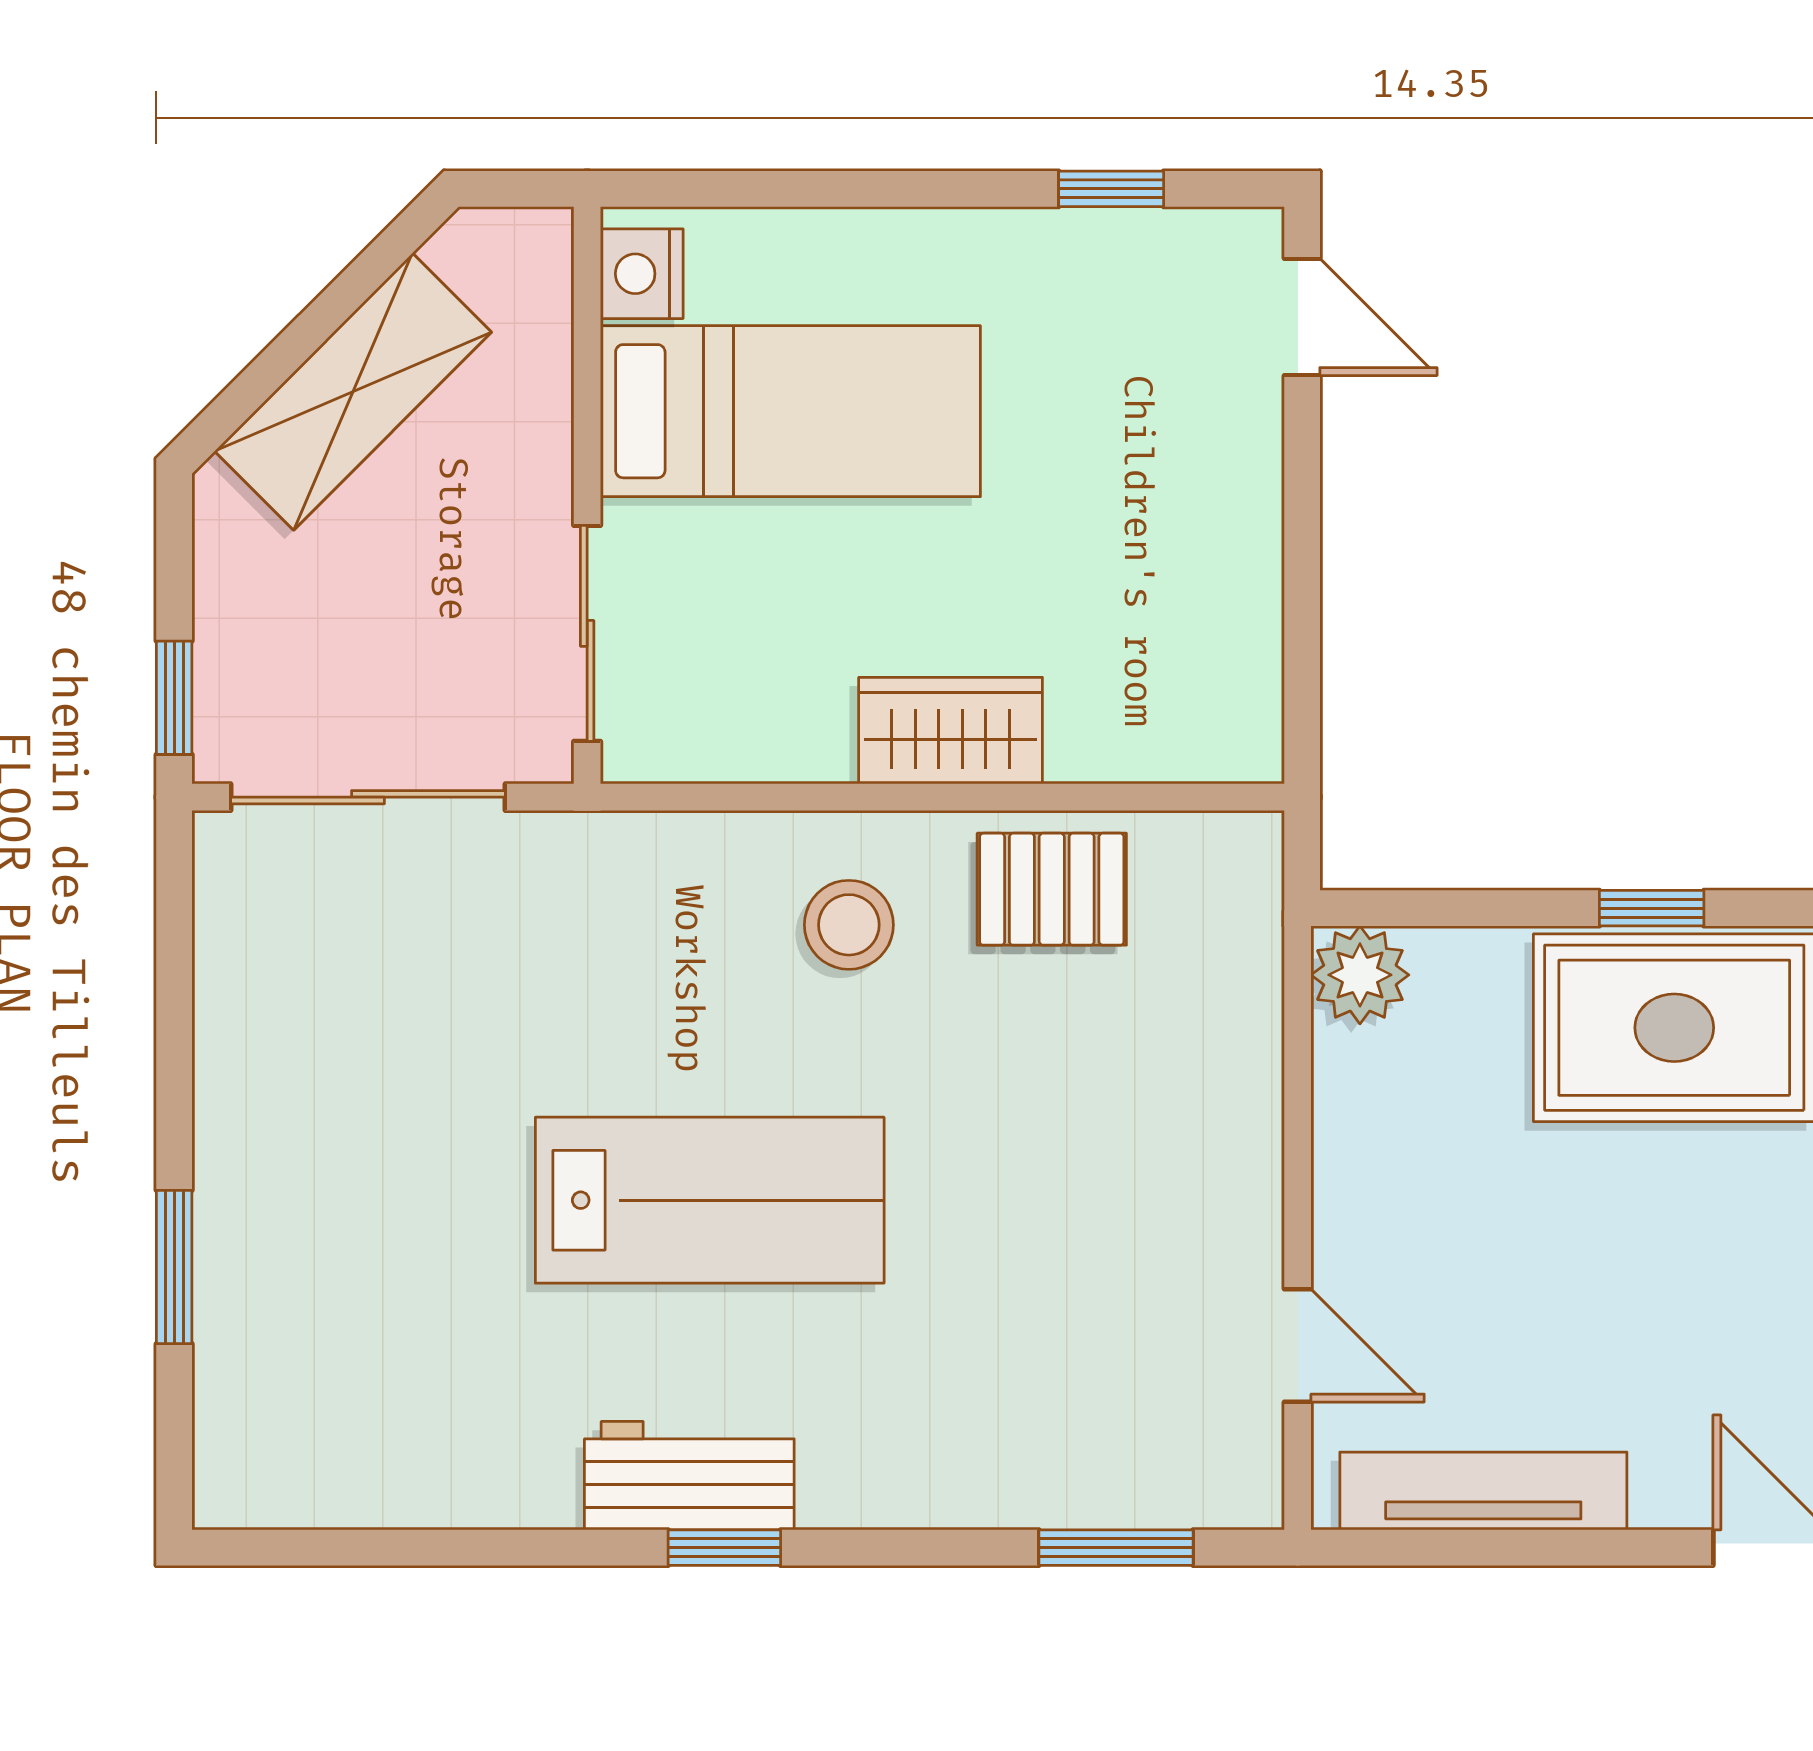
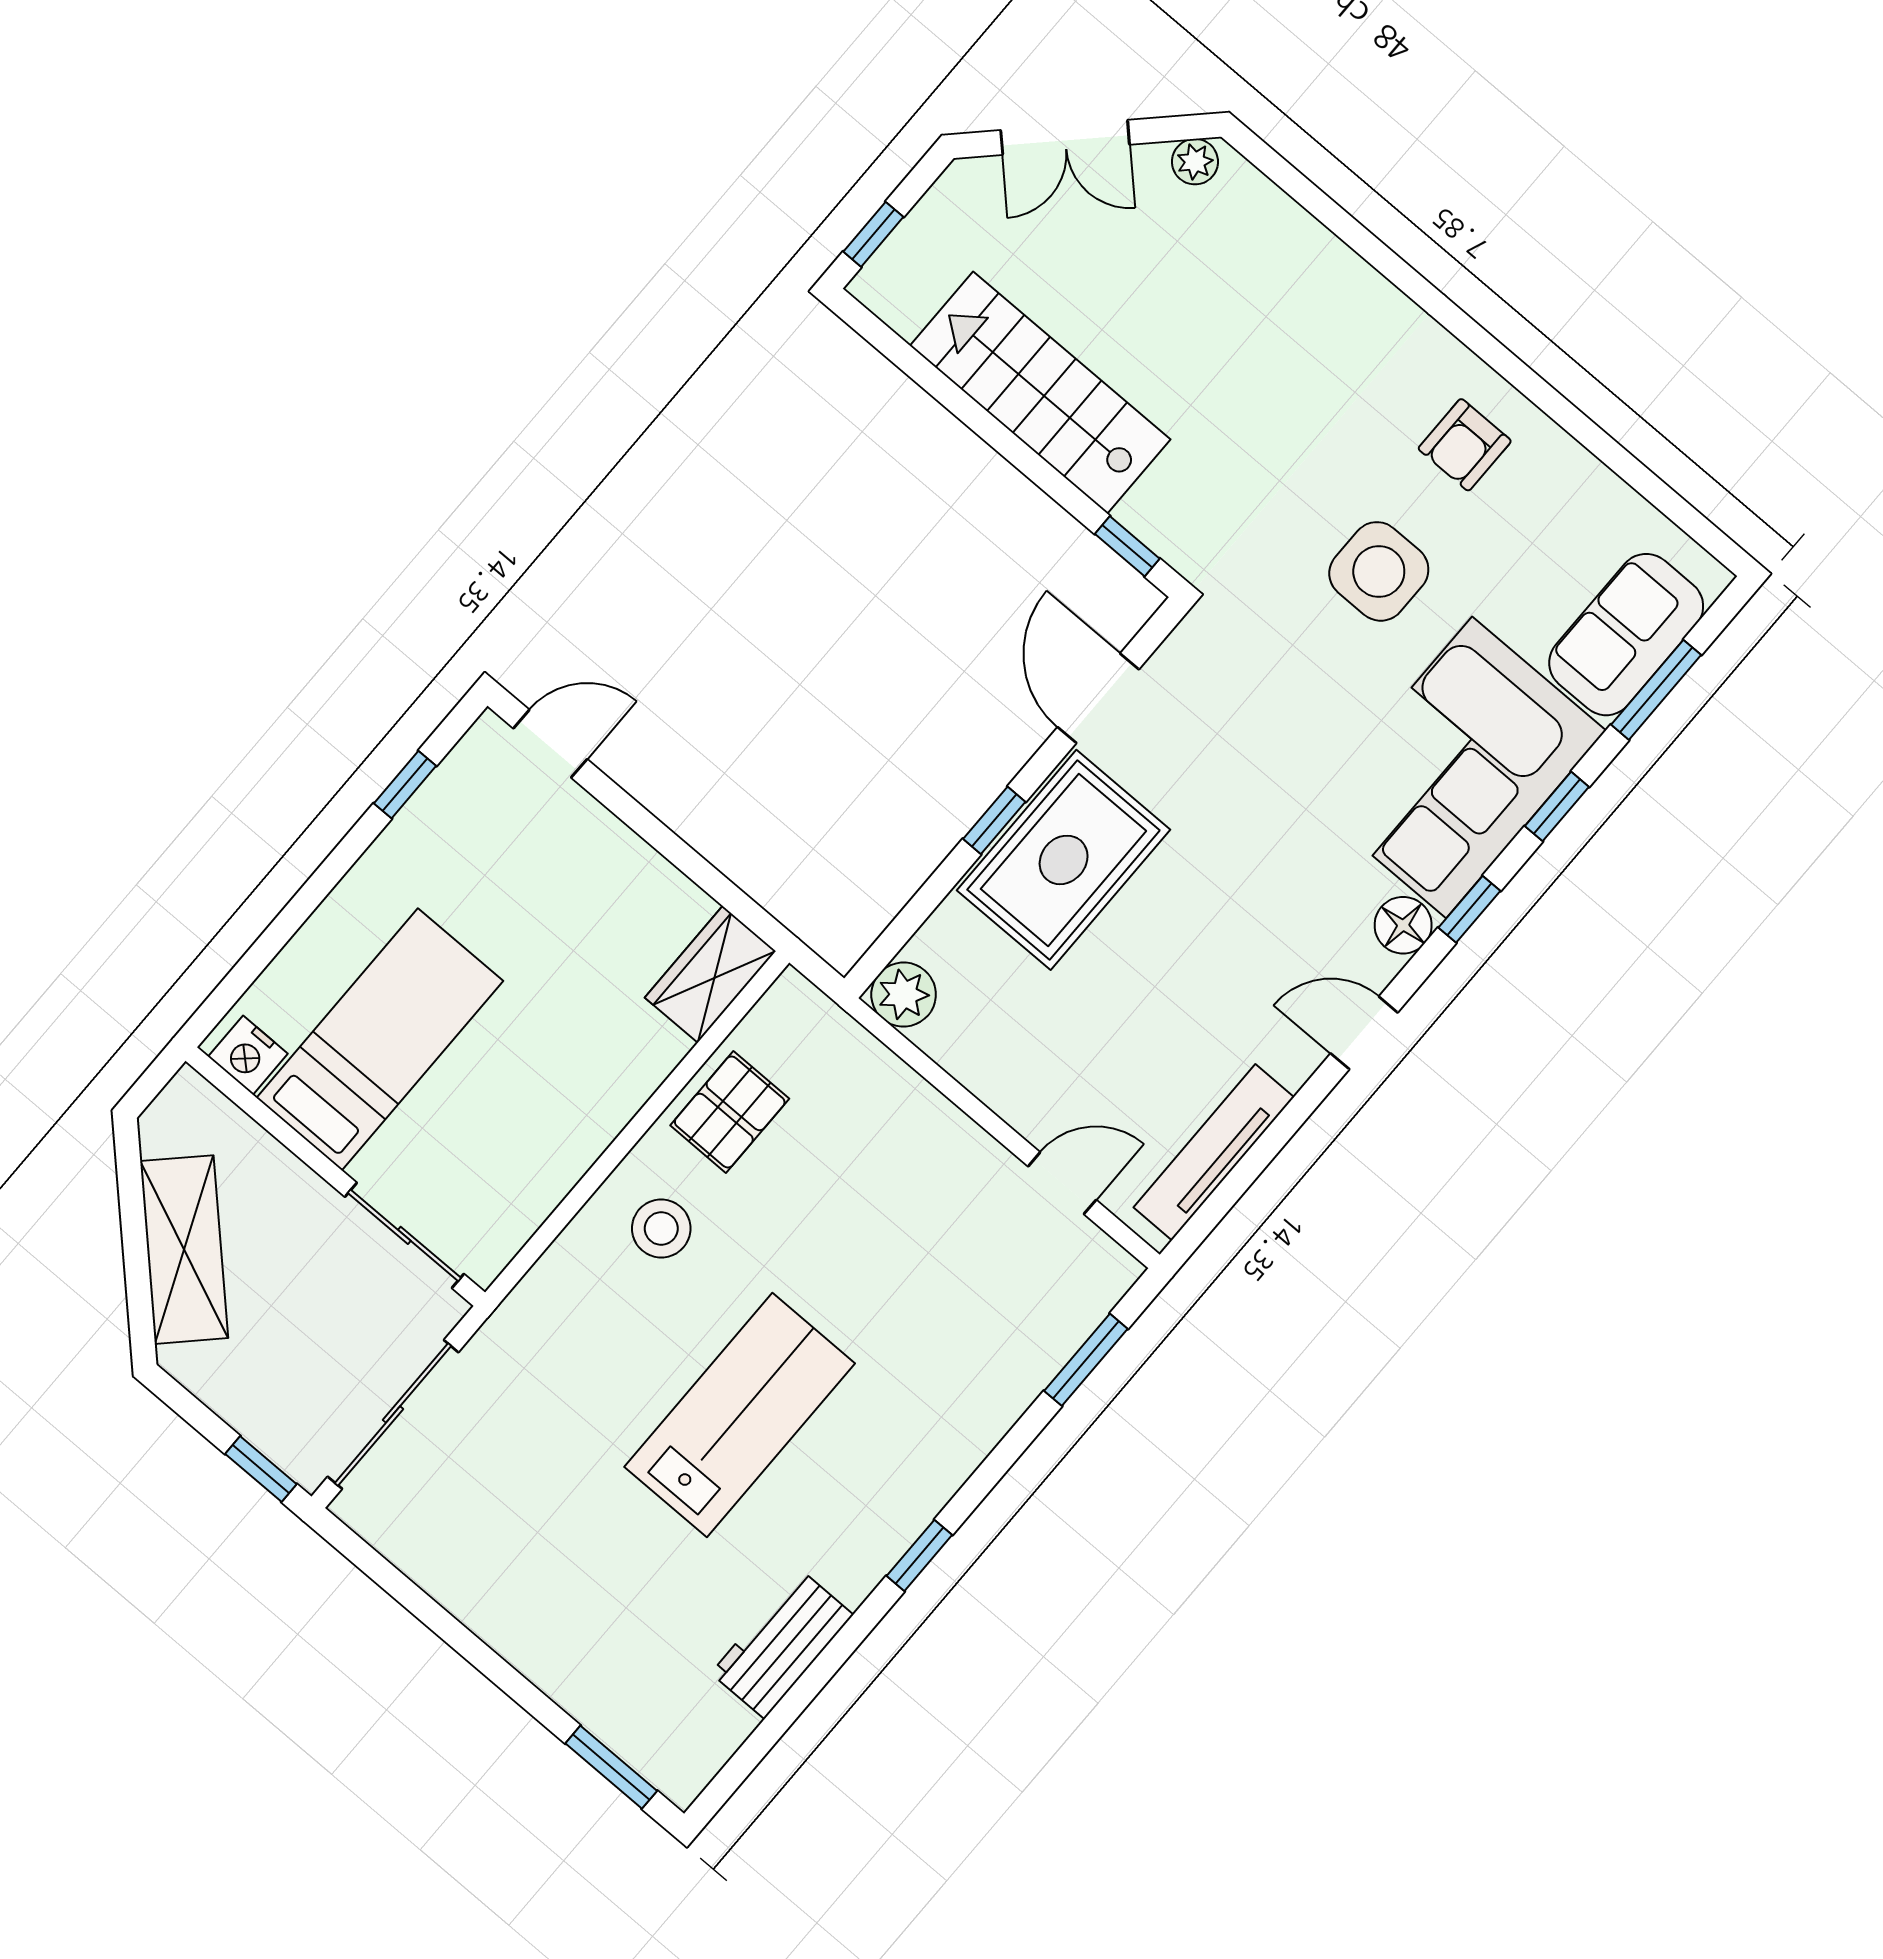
wardrobe: (951, 731) -> (710, 974), moved
window: (174, 1267) -> (611, 1767), moved
workbench: (689, 1476) -> (782, 1644), moved

